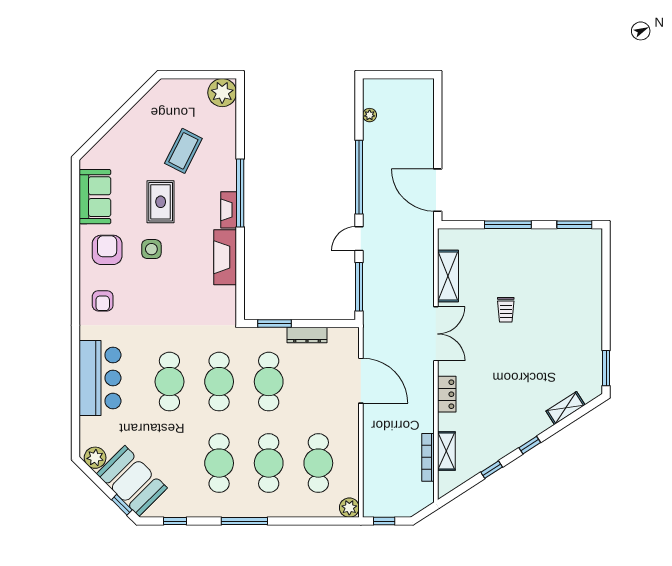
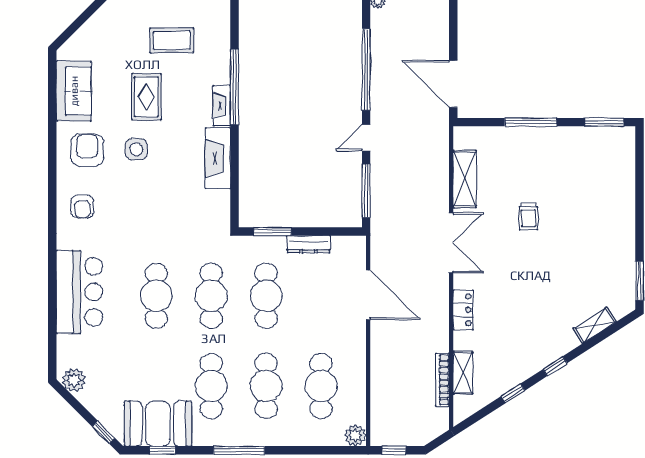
coffee table: (183, 151) -> (172, 40), turned 63
booth: (132, 481) -> (158, 424), moved, turned -45

